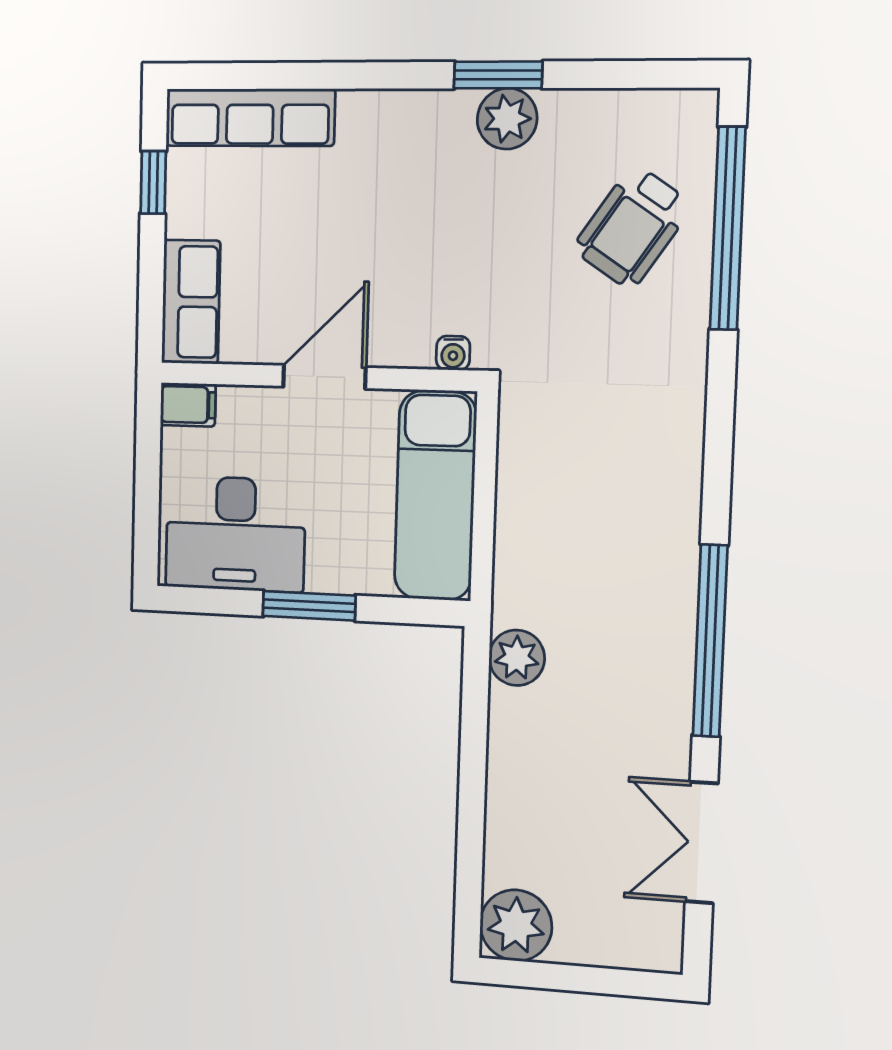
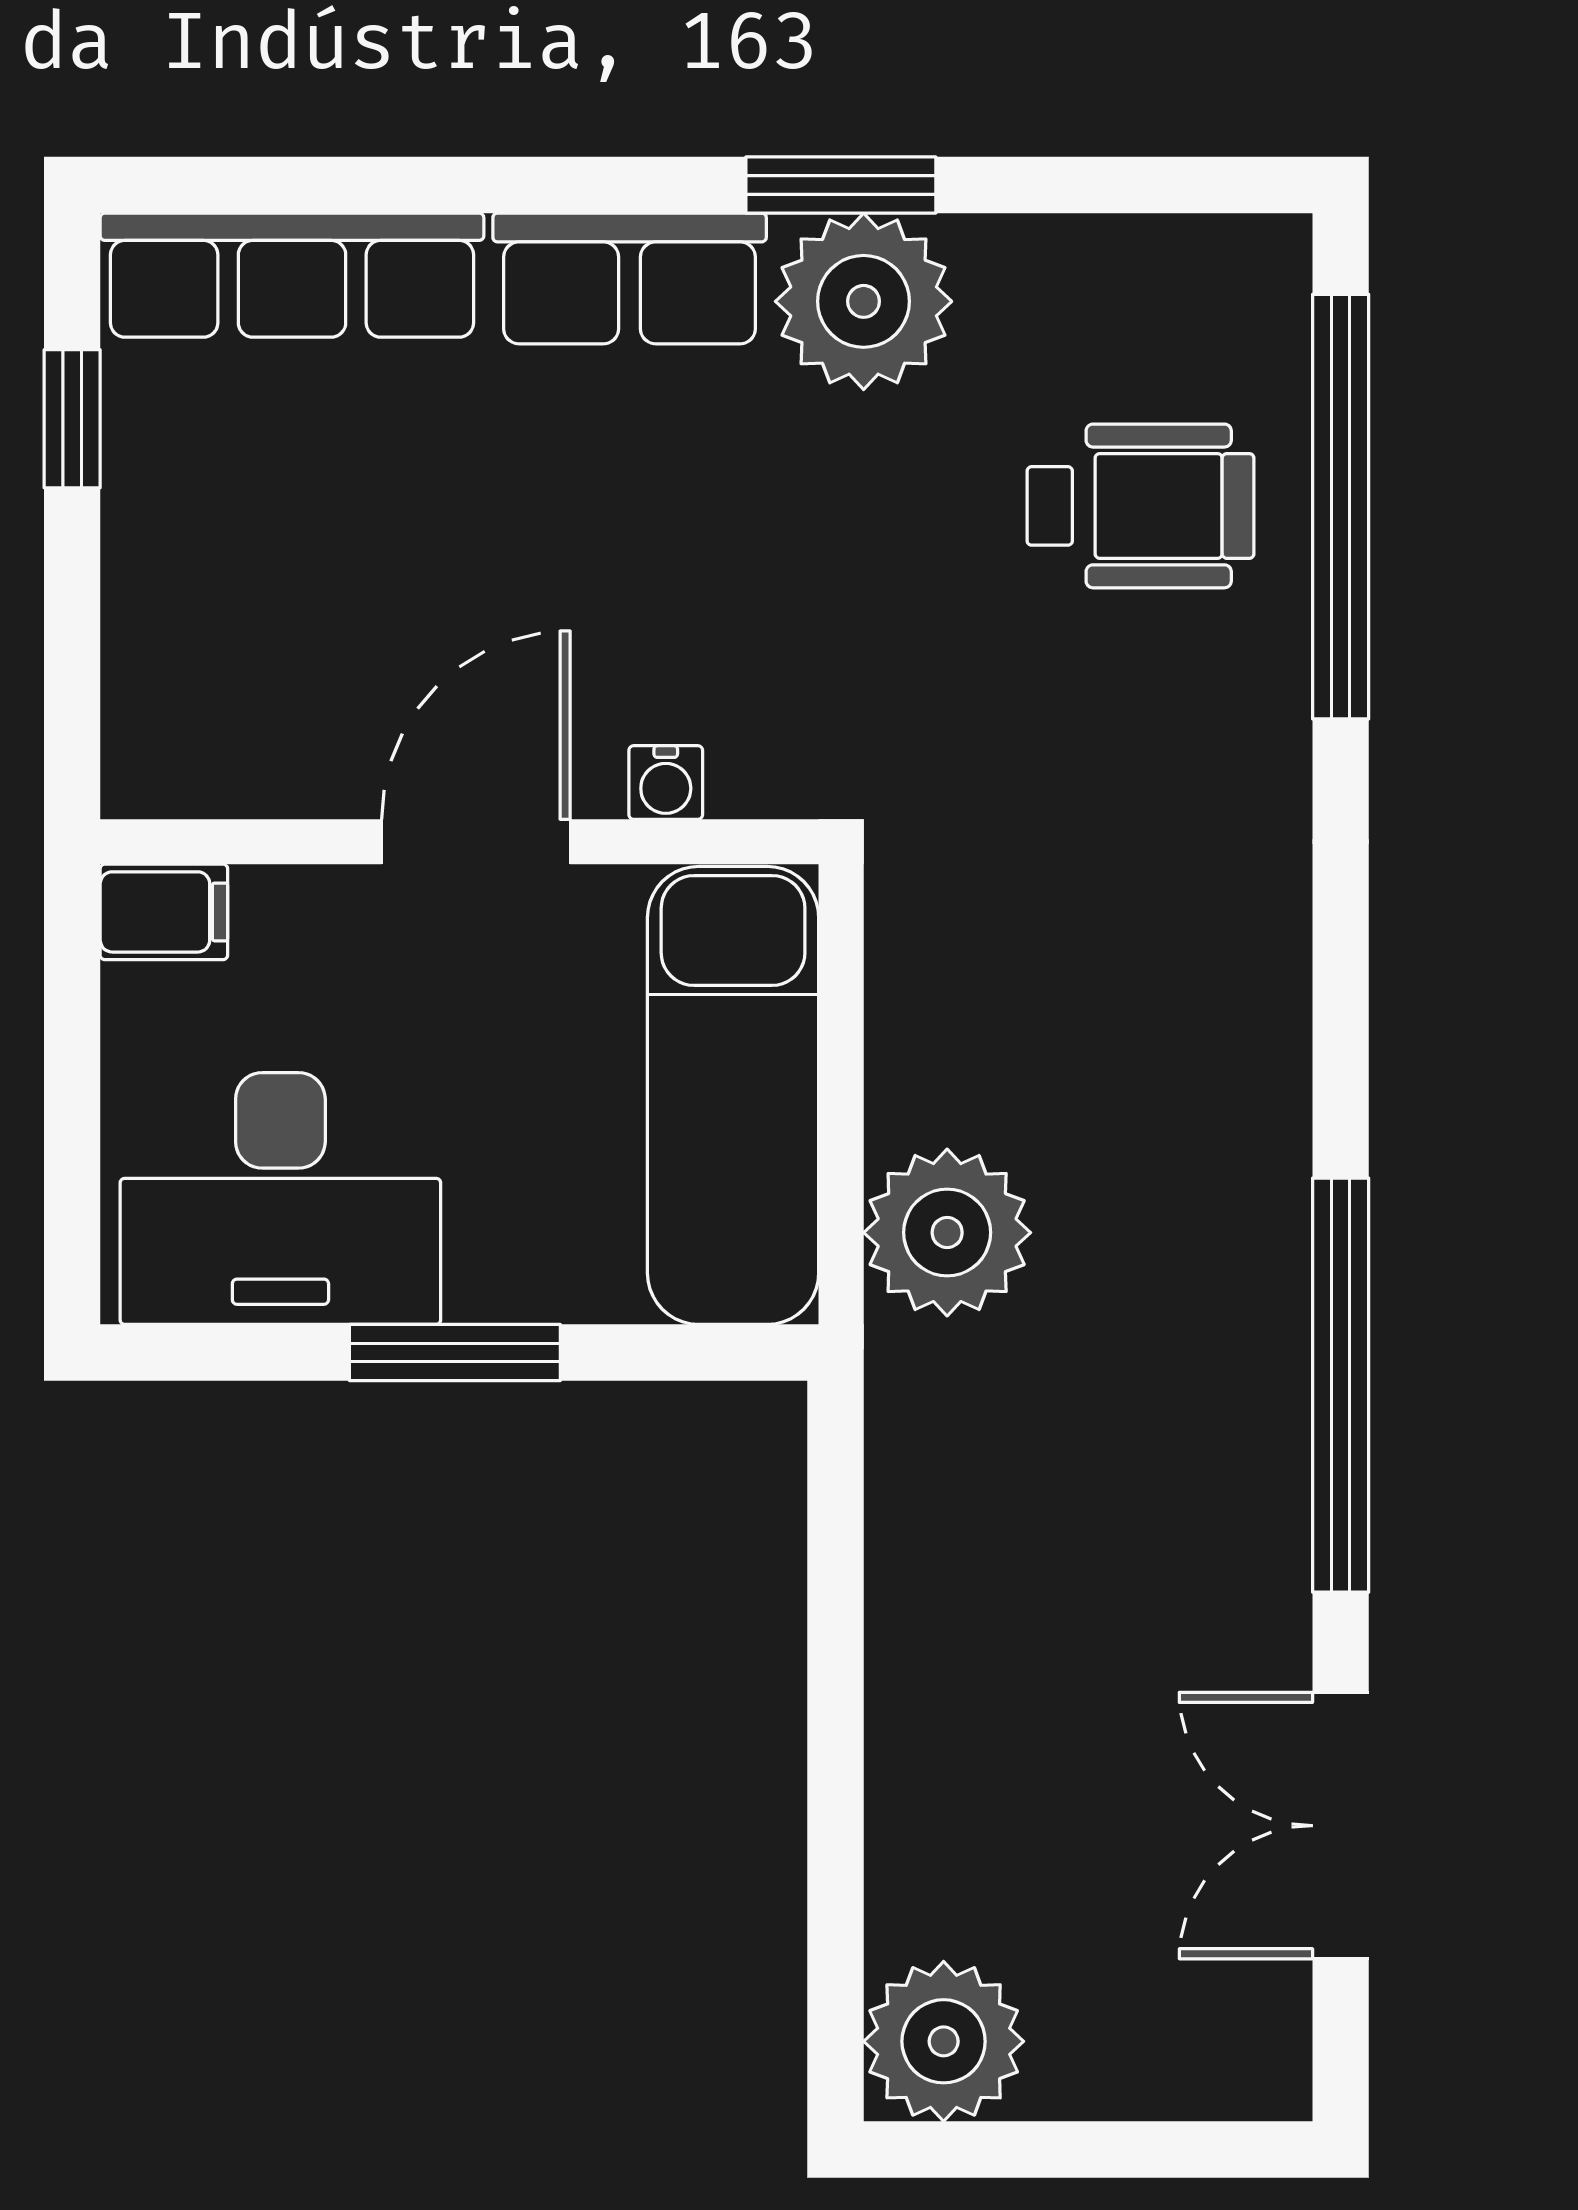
plant: (507, 119) -> (864, 301), width x1.36, depth x1.36
wheelchair: (632, 227) -> (1140, 506), turned -124
row of seats: (191, 302) -> (630, 279), moved, turned 90
water cooler: (453, 353) -> (666, 783), moved
plant: (517, 658) -> (947, 1233), moved, width x1.36, depth x1.36

